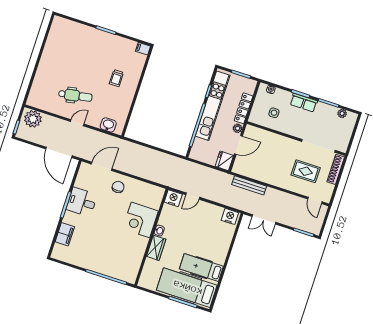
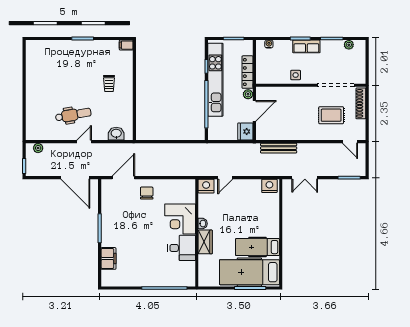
side table: (274, 113) -> (296, 75), moved
plant: (33, 119) -> (38, 148), width x0.53, depth x0.53
desk: (82, 202) -> (182, 248), moved, turned 180

